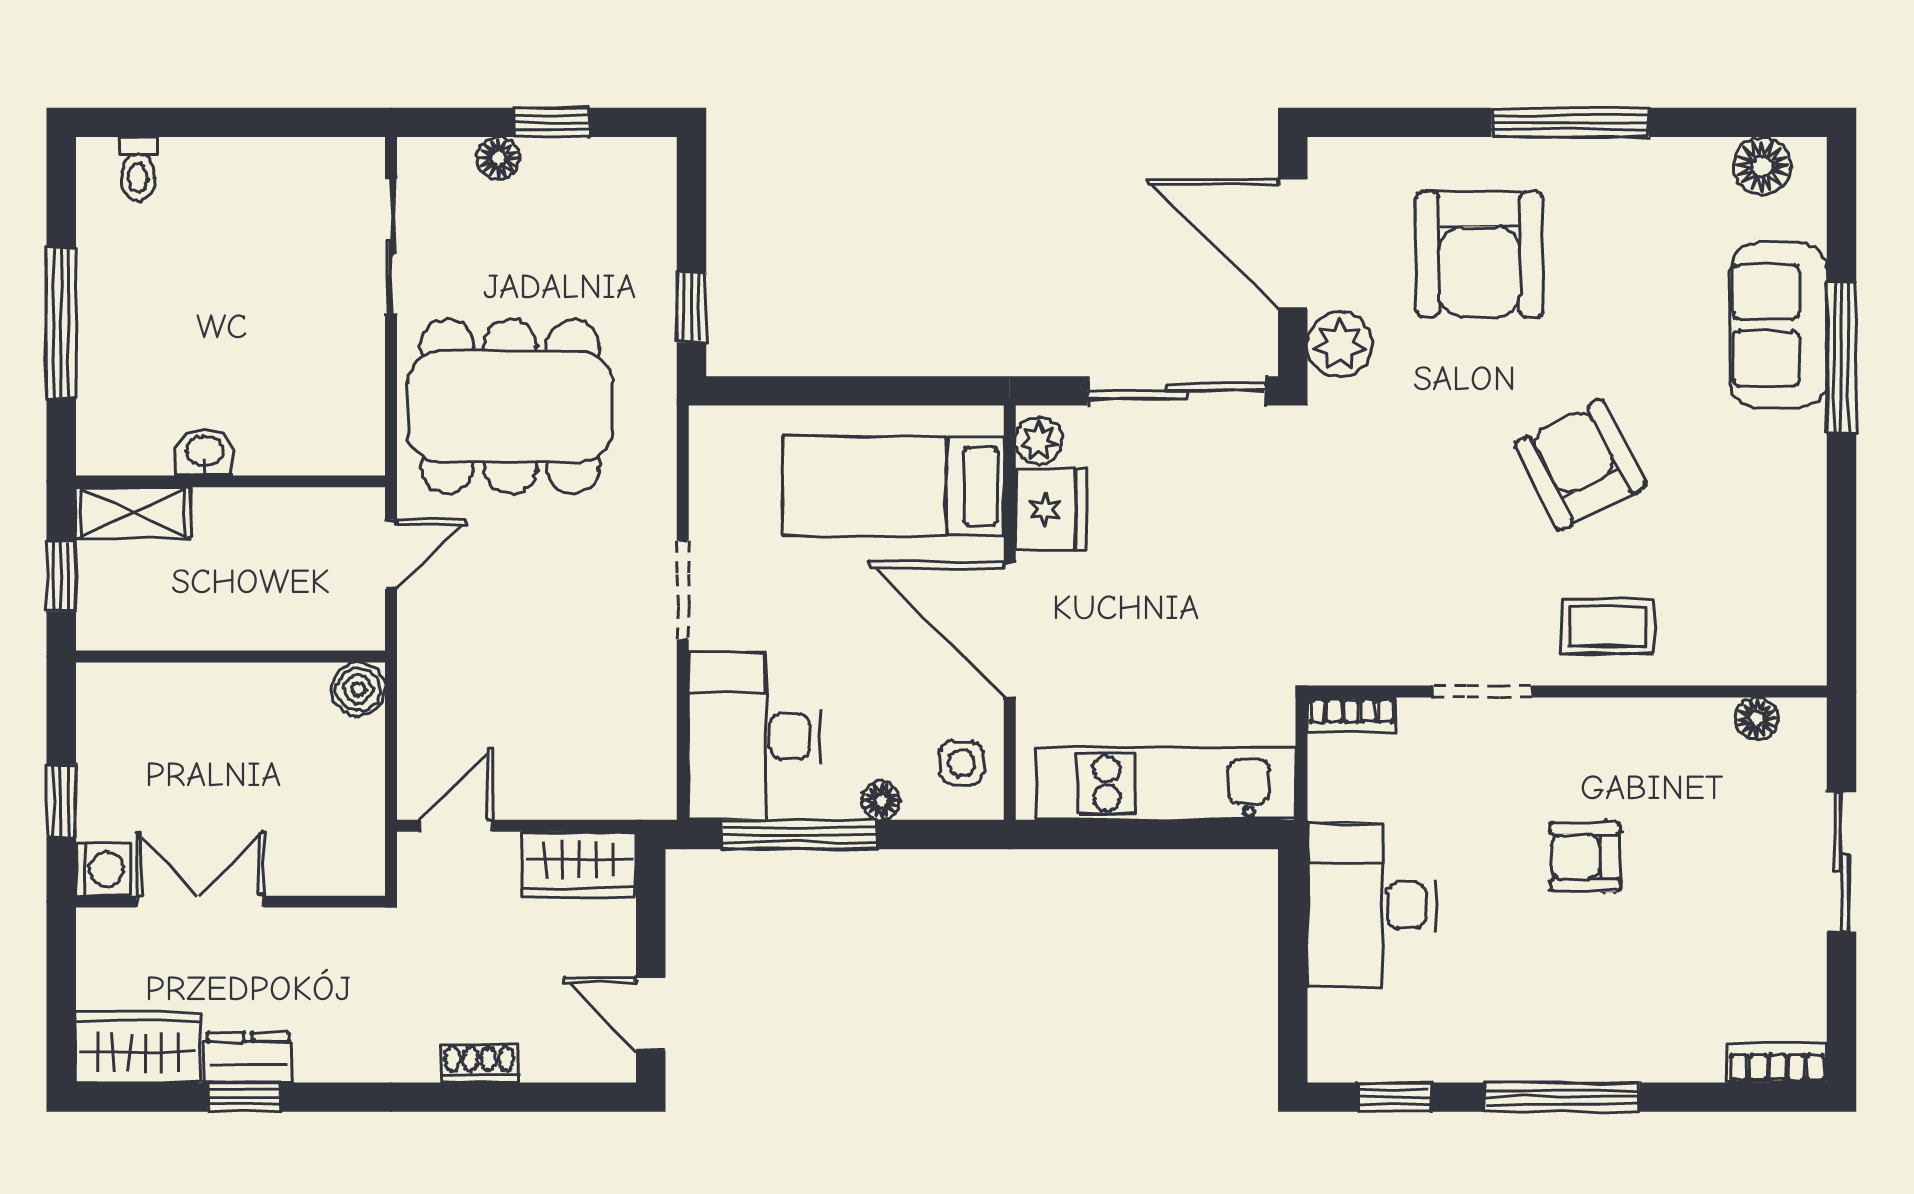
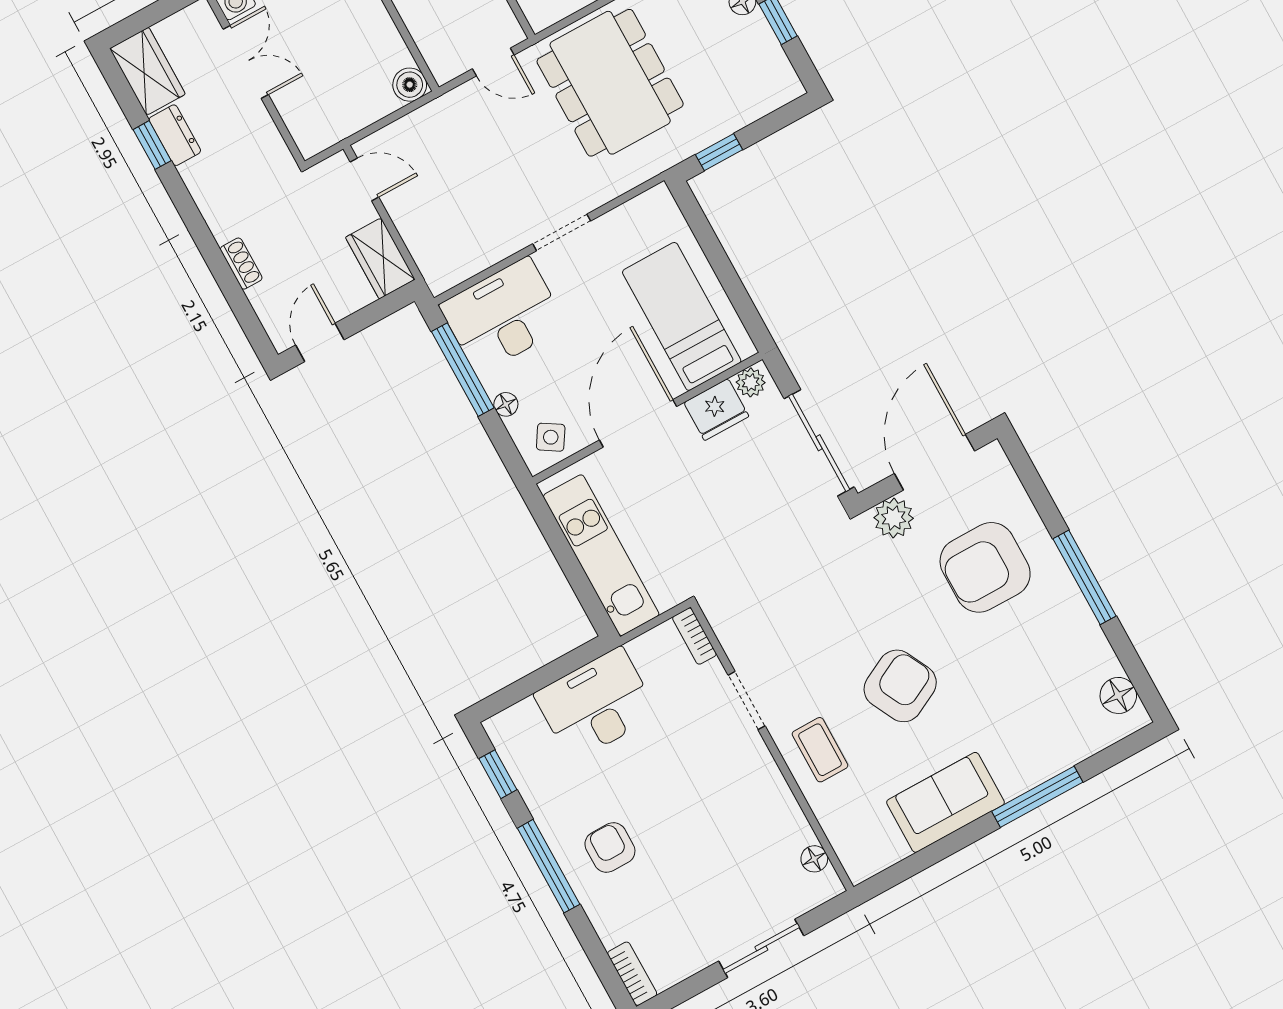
sofa: (1779, 325) -> (946, 802), moved
side table: (962, 763) -> (551, 437), turned 32
armchair: (1585, 856) -> (610, 848), moved

